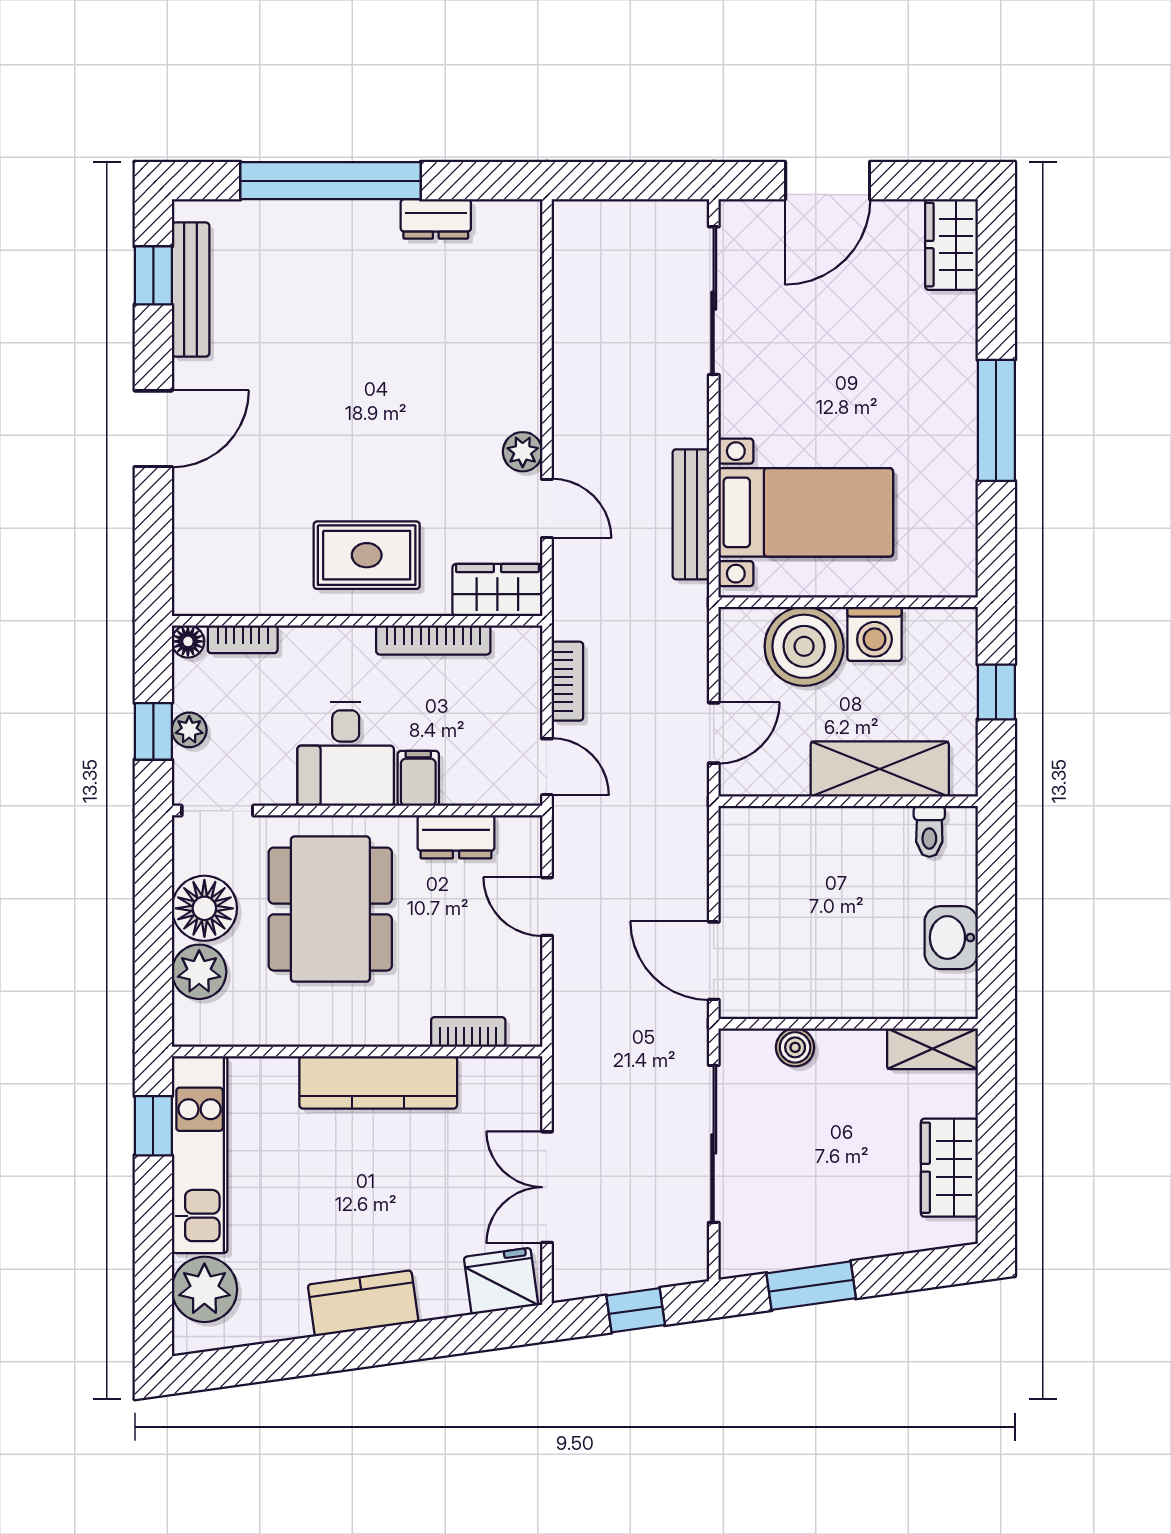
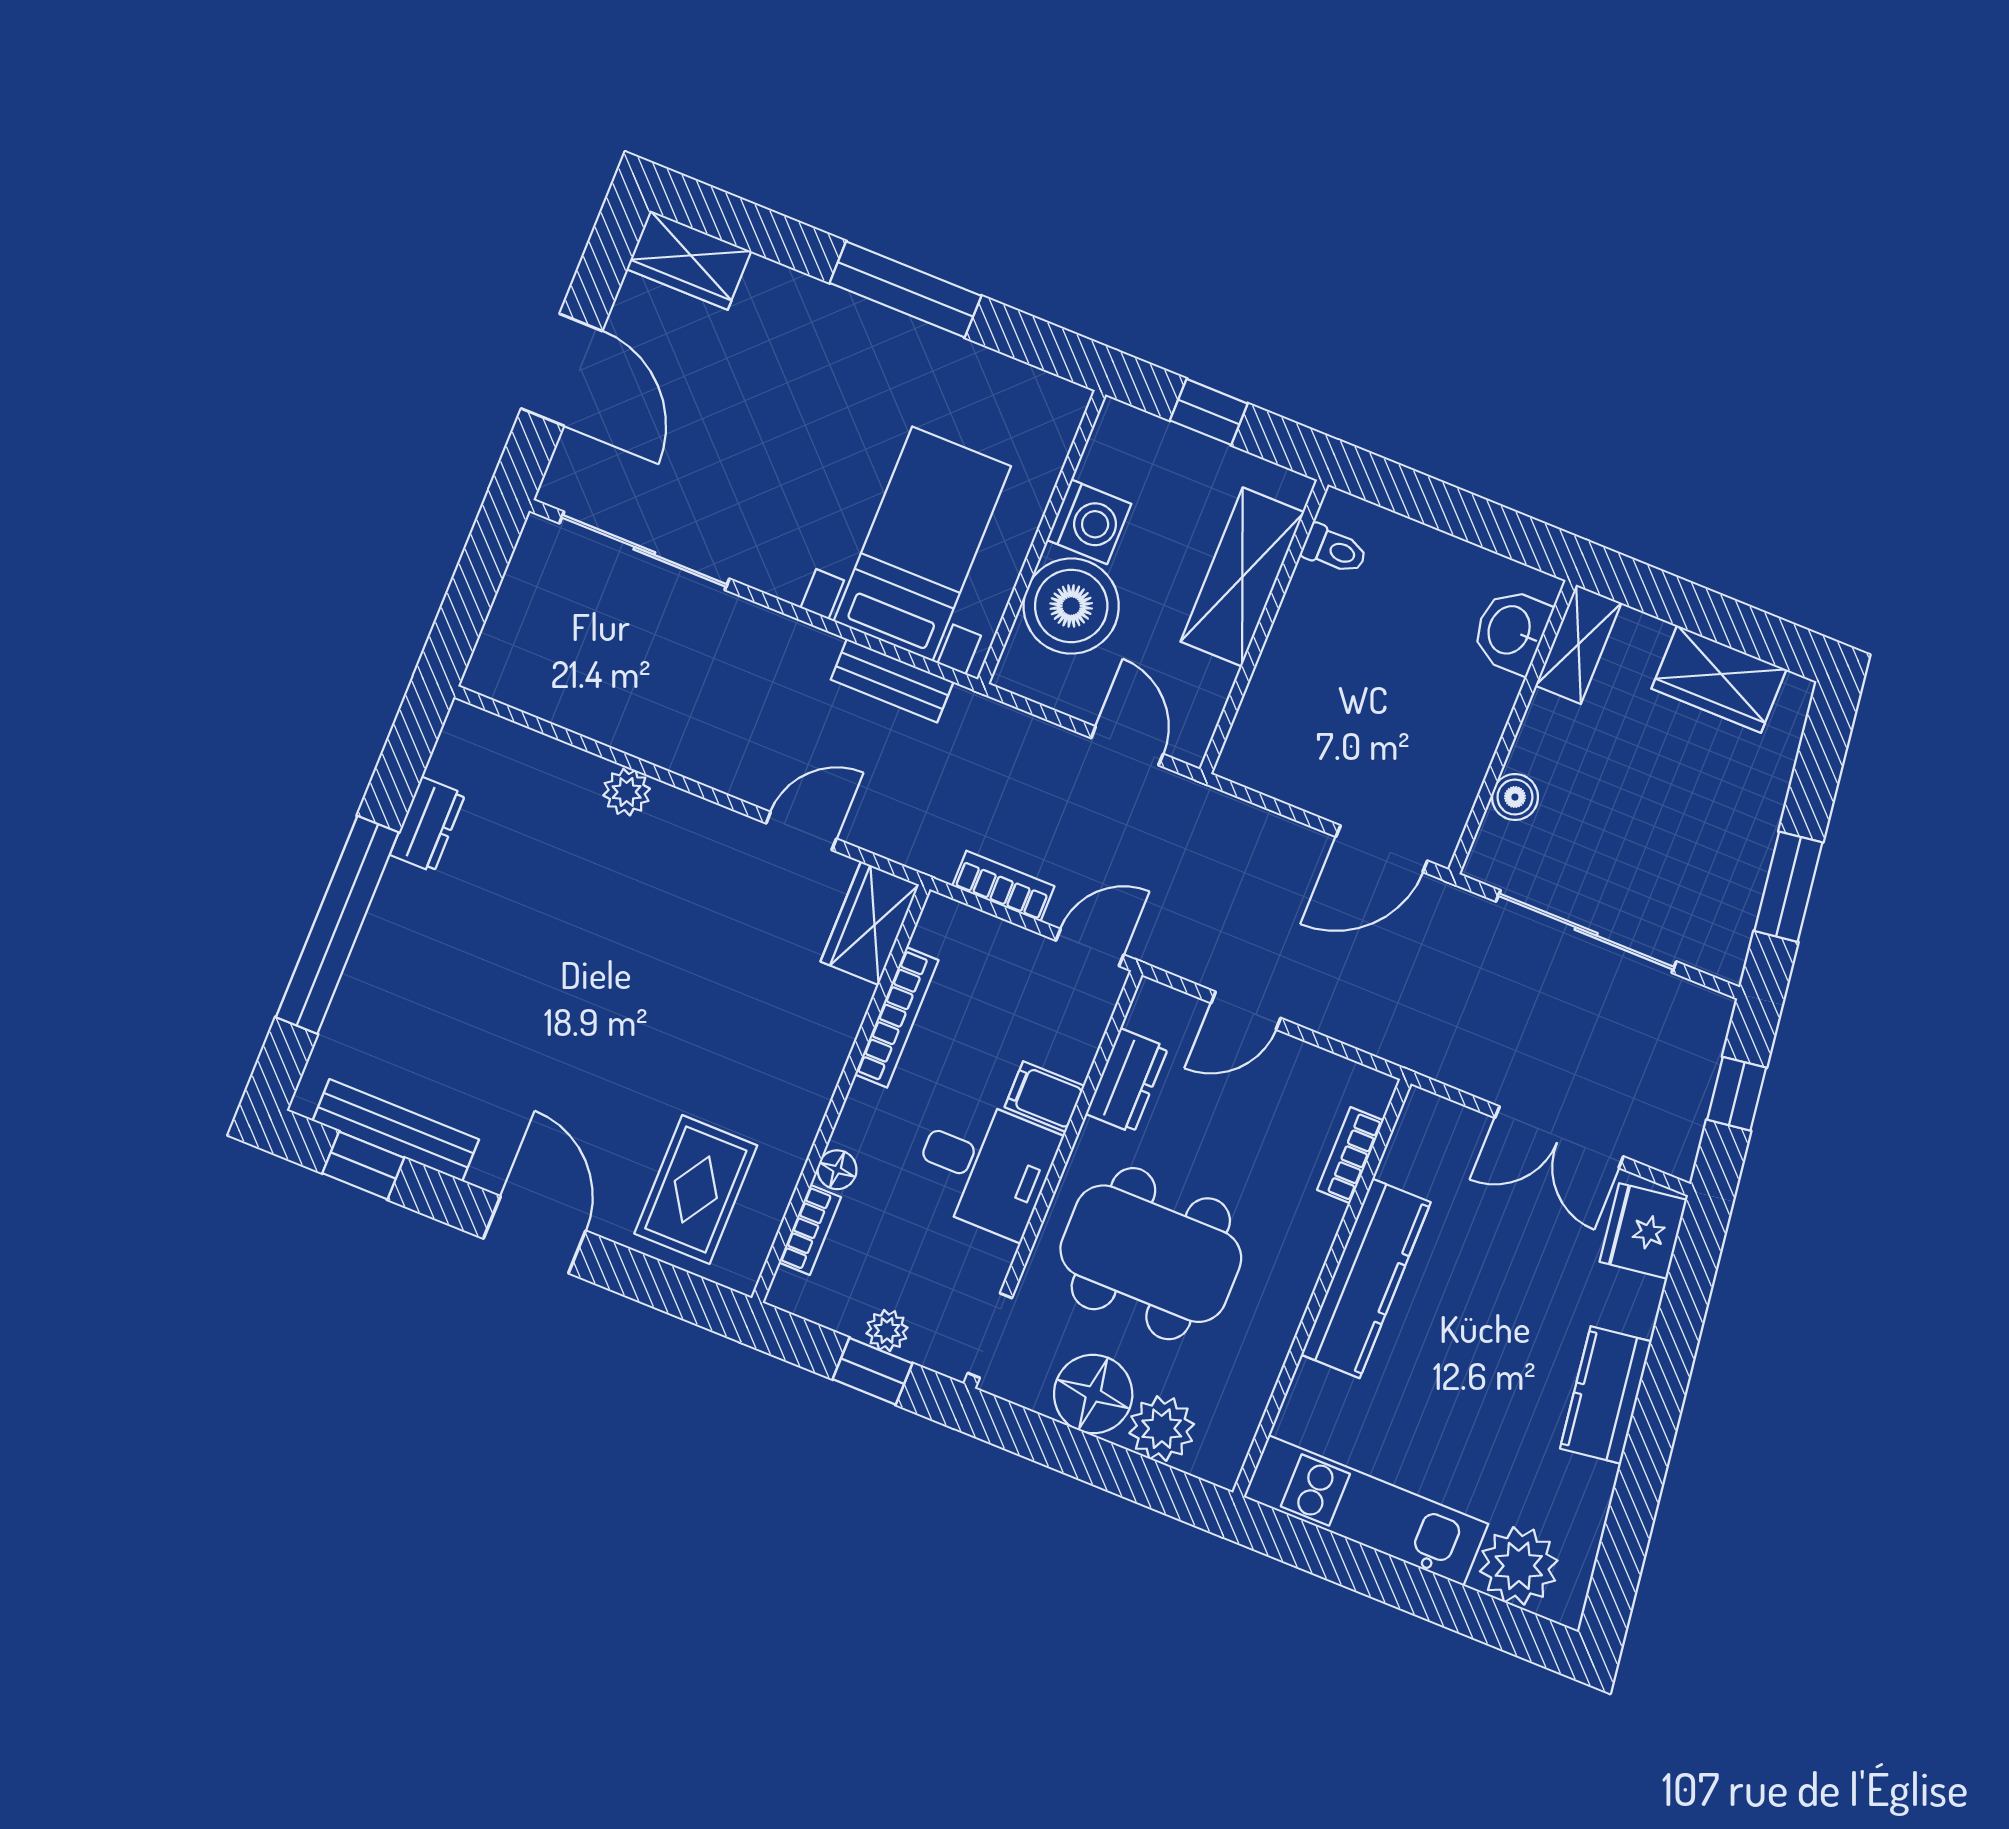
plant: (523, 452) -> (627, 792), moved
bench: (691, 514) -> (892, 681), width x0.73
rug: (367, 555) -> (696, 1189), moved
floor lamp: (188, 641) -> (837, 1170), moved
washbasin: (951, 938) -> (1511, 631), moved, turned 90
window: (153, 1126) -> (1313, 1549), removed

